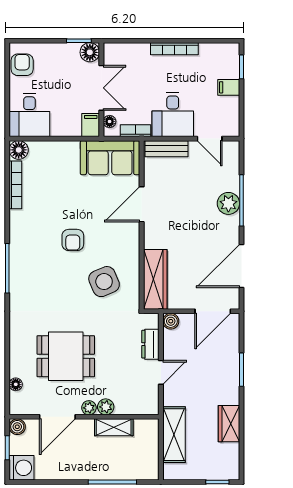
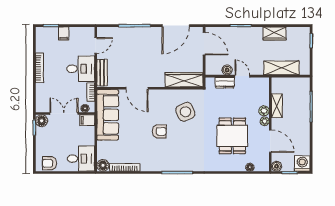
sofa: (110, 158) -> (108, 115), width x1.36
plant: (228, 203) -> (136, 34), removed
door: (241, 266) -> (176, 26), hinge flipped
boiler: (171, 321) -> (227, 70), moved

